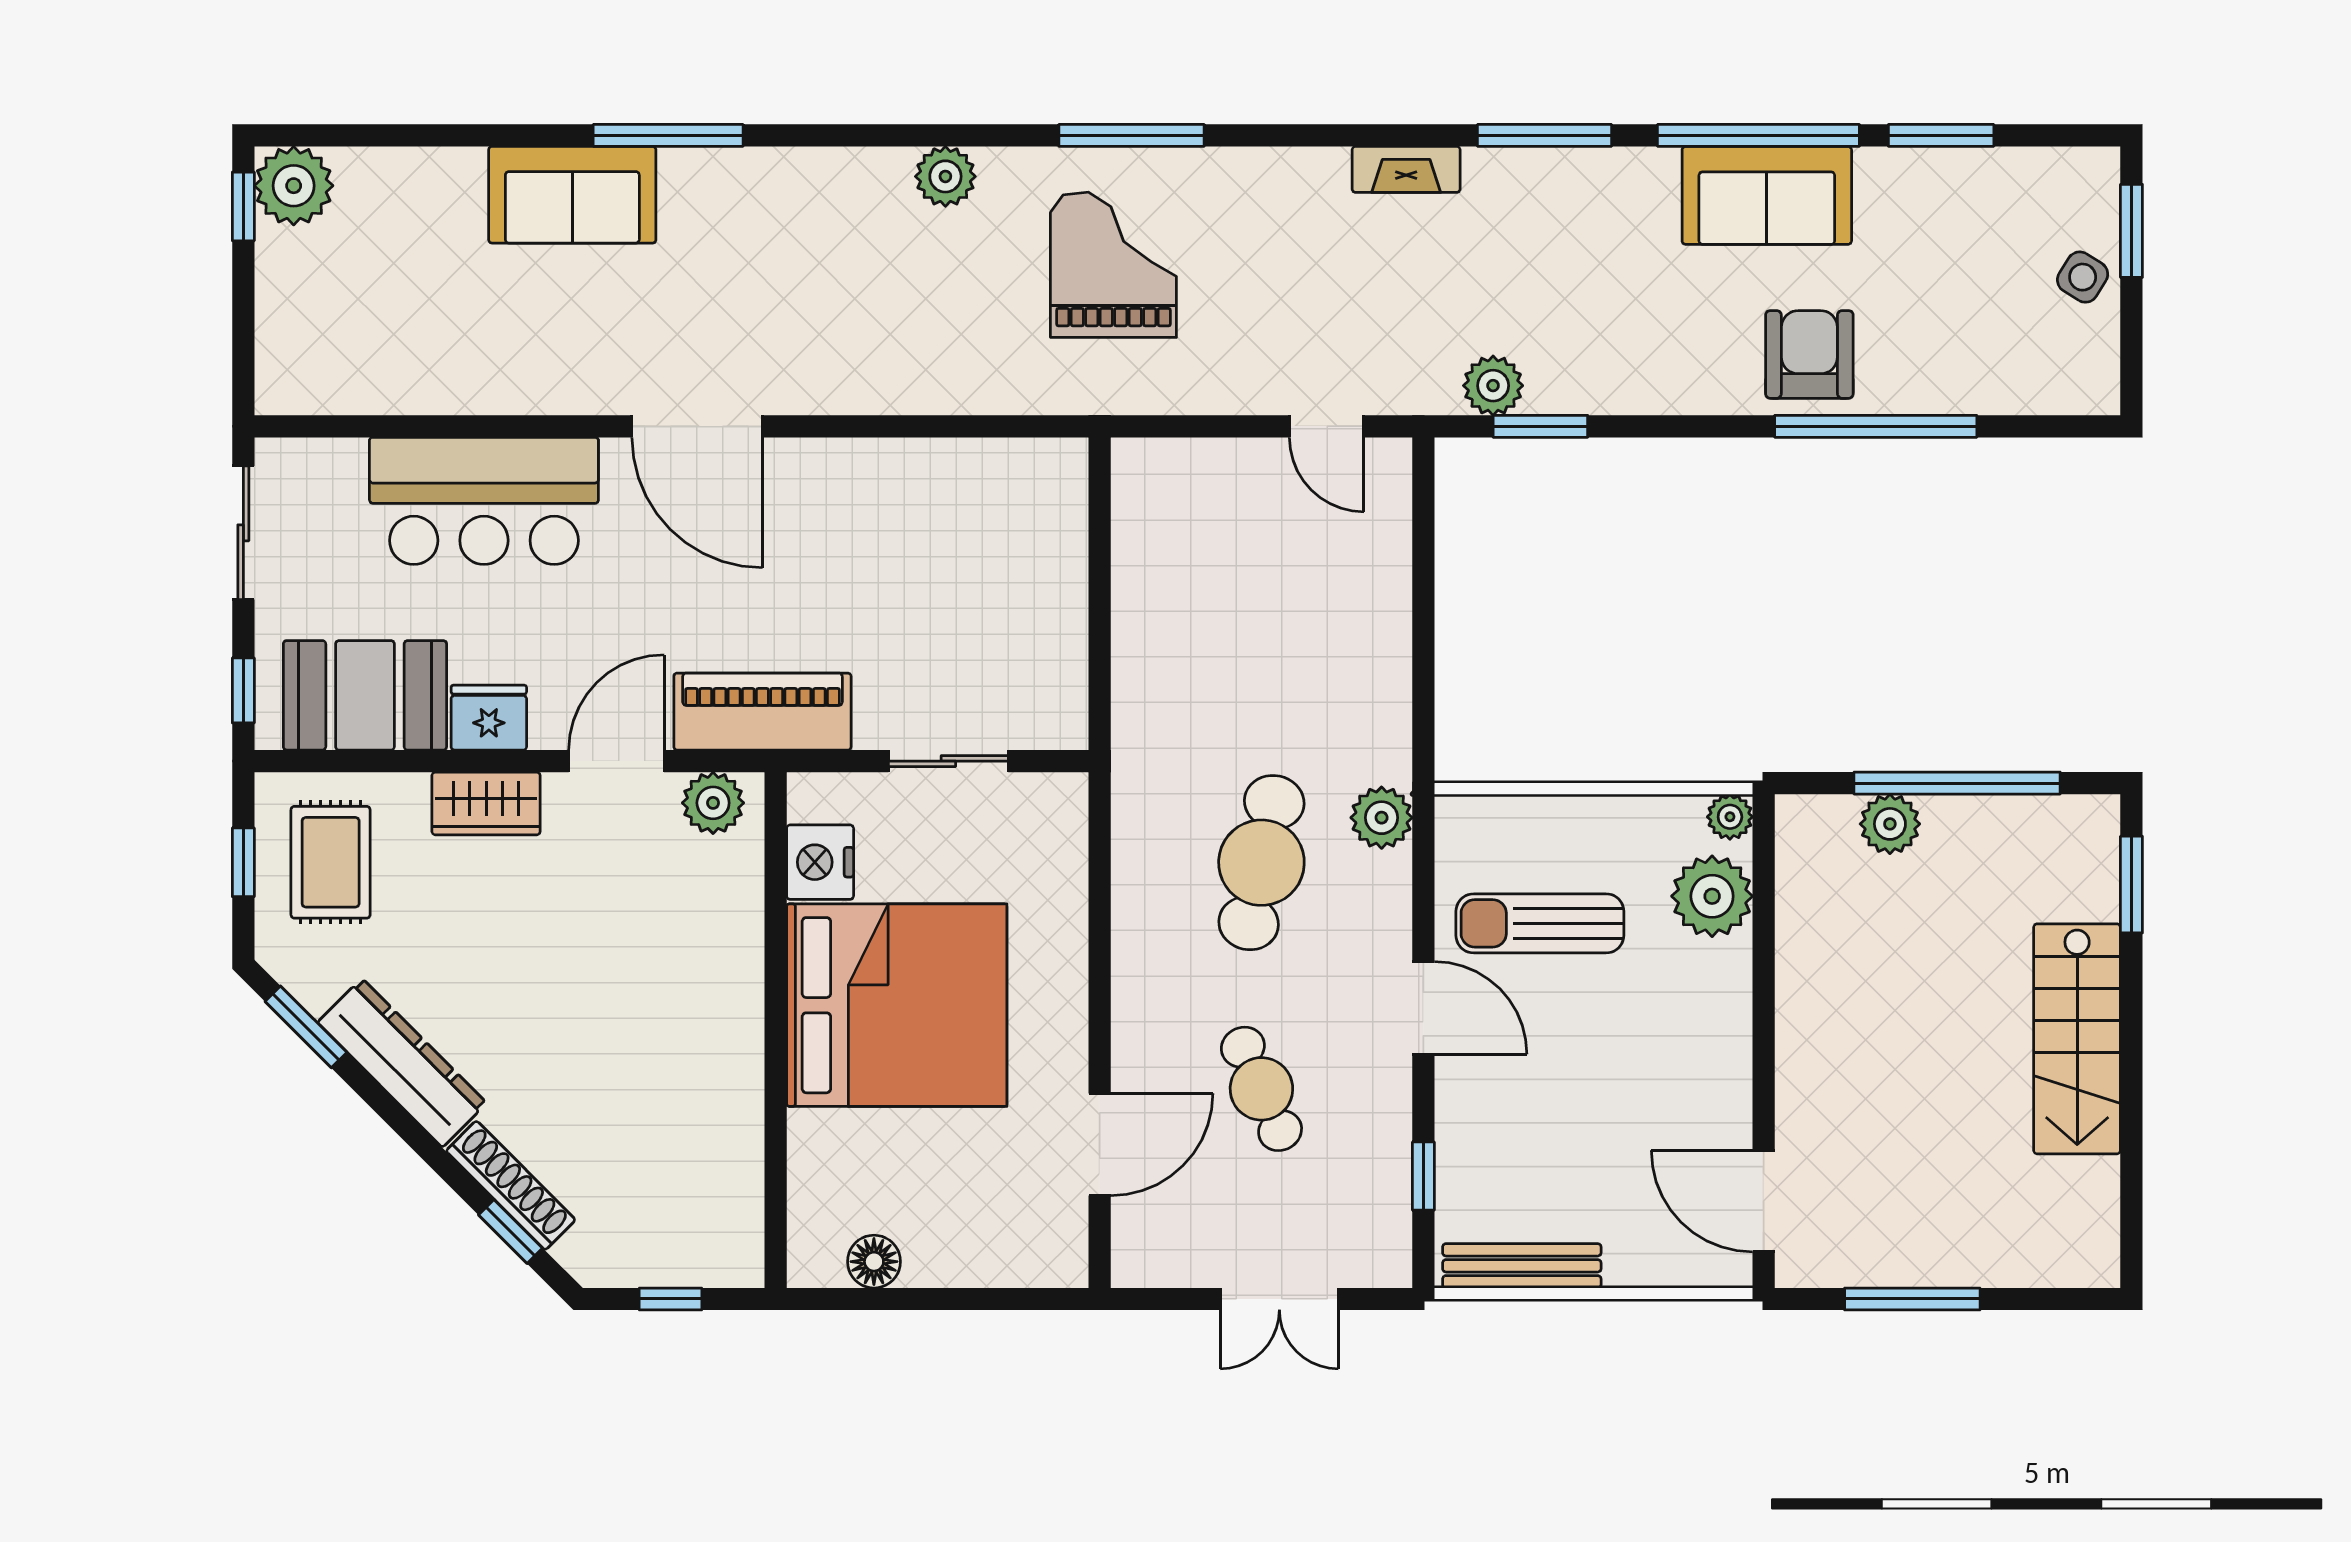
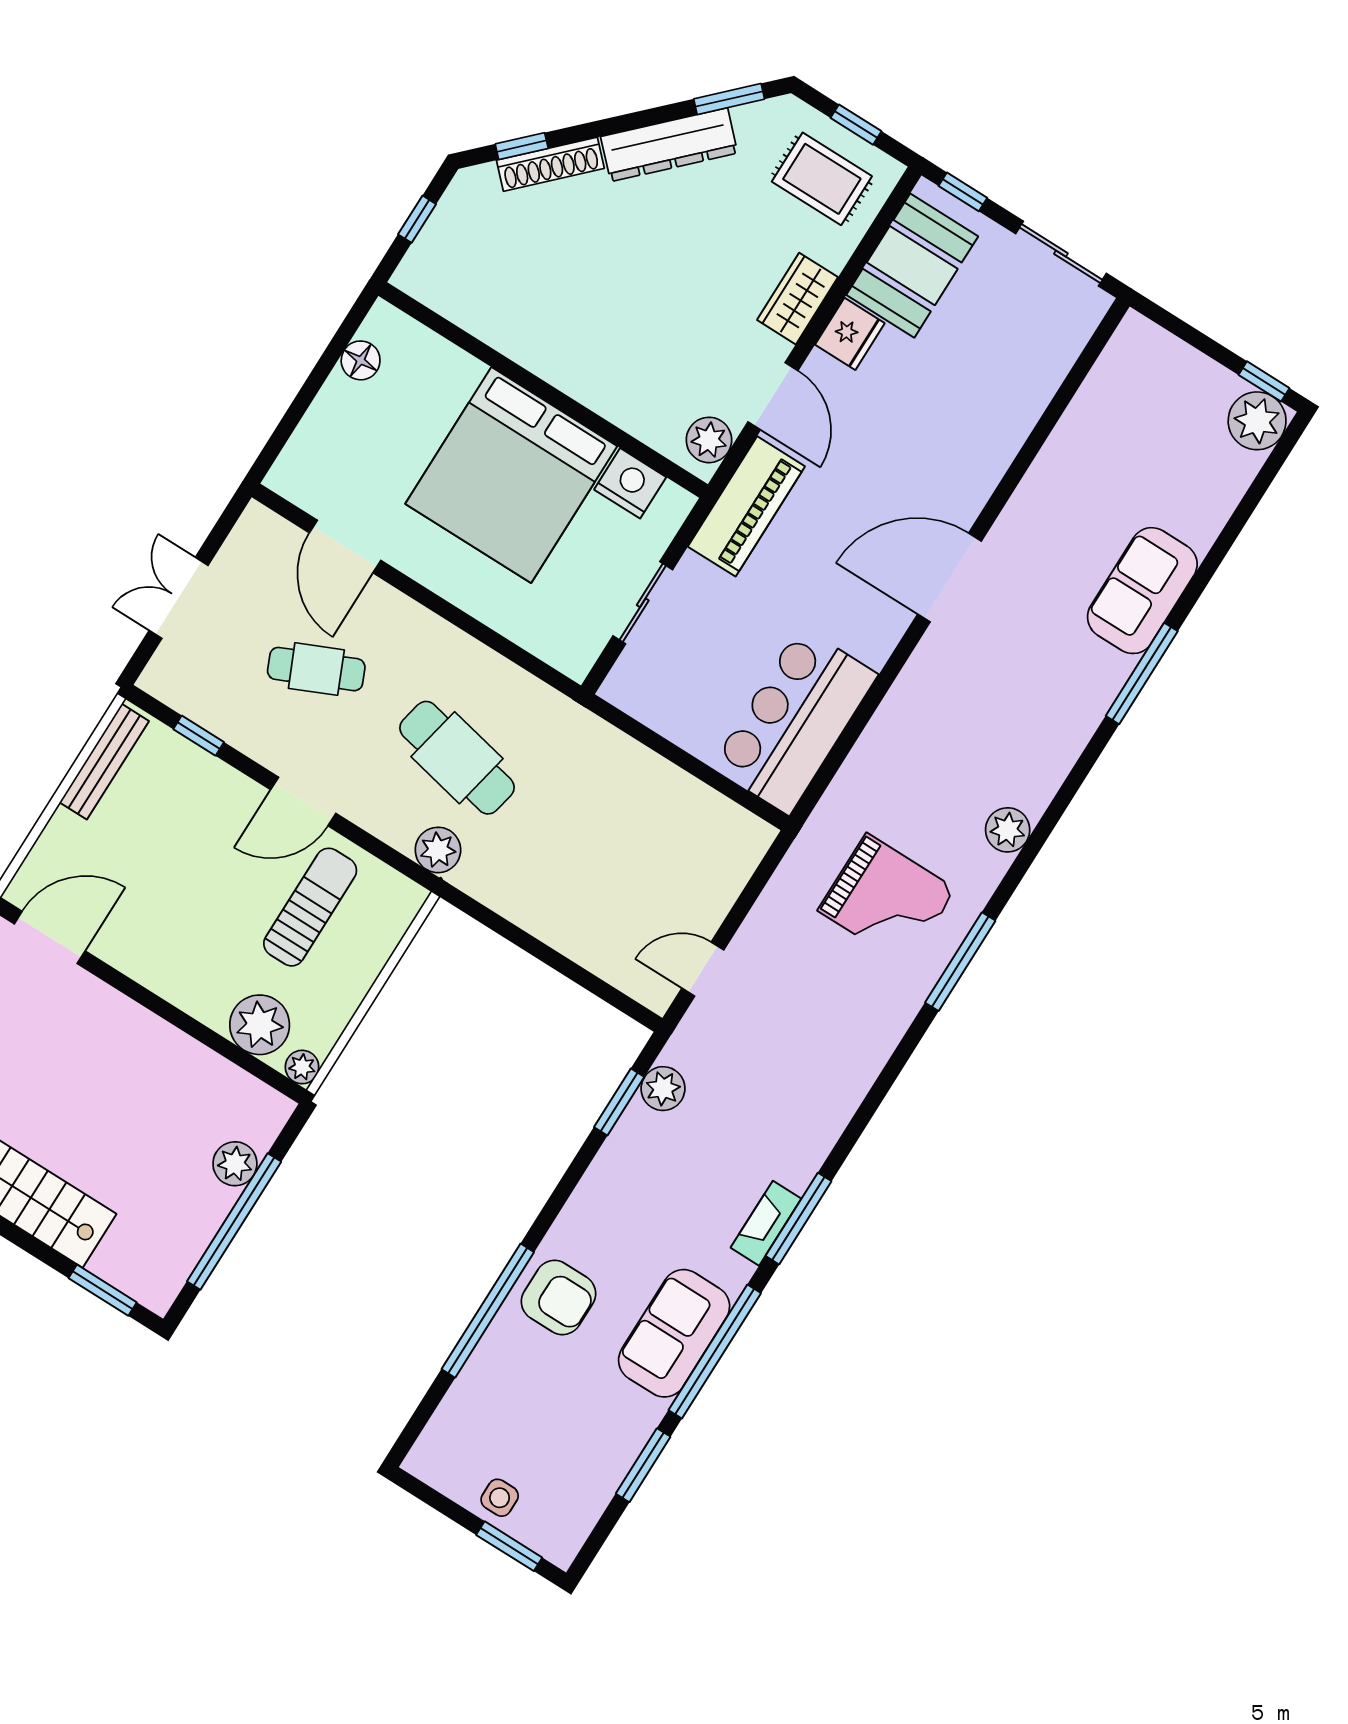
fireplace: (1406, 169) -> (766, 1223), moved
side table: (2083, 277) -> (500, 1498), turned -32
bar counter: (484, 501) -> (795, 721), moved

